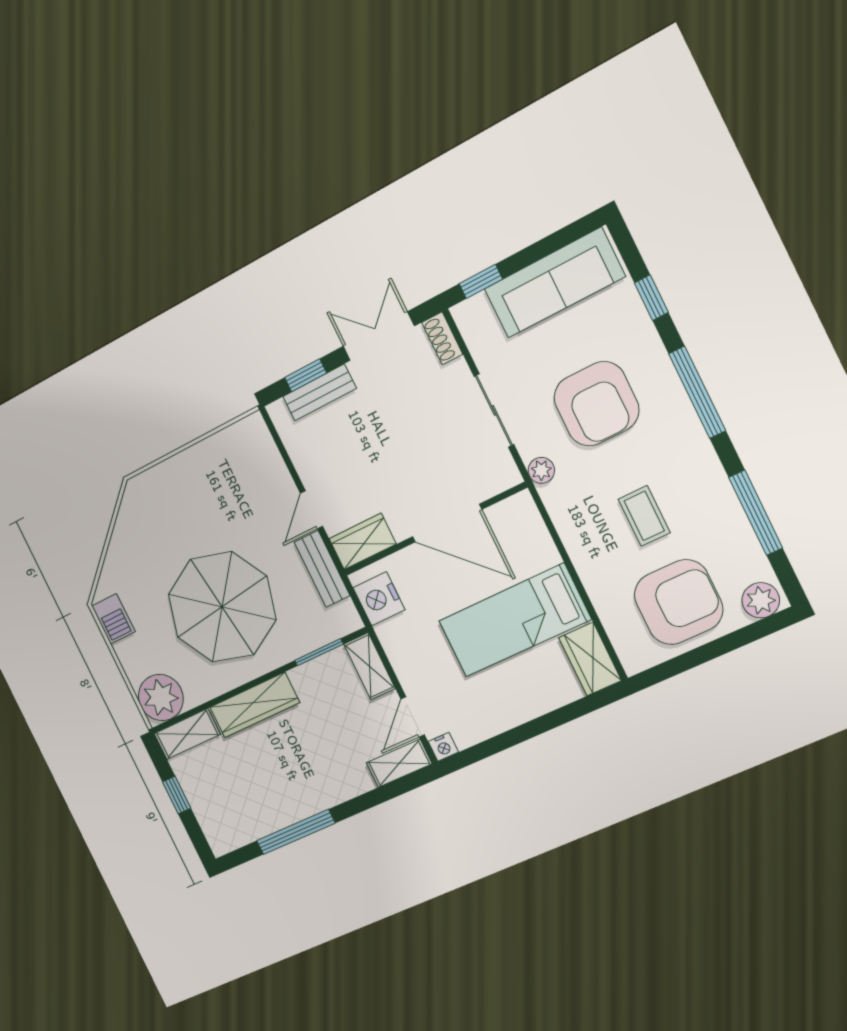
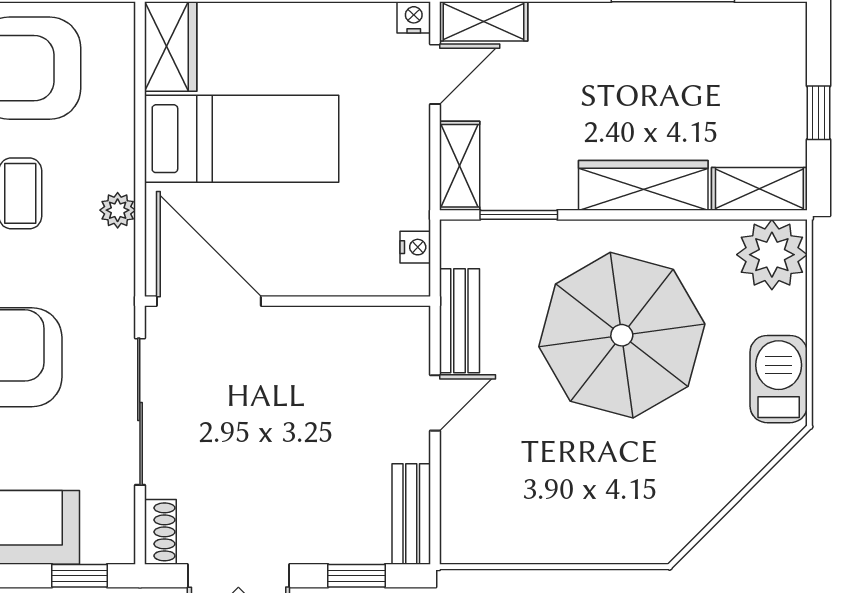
bench: (320, 392) -> (411, 514), moved, turned 90
sliding door: (494, 410) -> (140, 412), width x1.37
plant: (541, 470) -> (118, 210), moved
door: (447, 523) -> (209, 301), moved
wardrobe: (363, 541) -> (388, 330), removed
nightstand: (379, 599) -> (415, 247), width x0.53, depth x0.56
barbecue: (113, 619) -> (779, 379), width x1.38, depth x1.27

